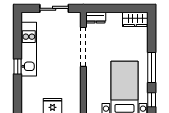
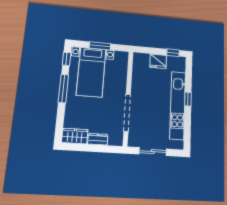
dresser: (96, 18) -> (98, 139), moved
kitchen unit: (29, 49) -> (178, 105), width x1.36

